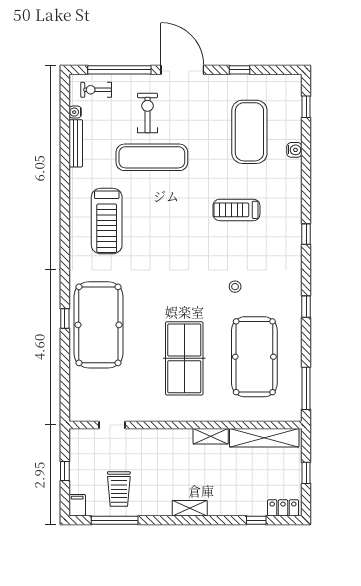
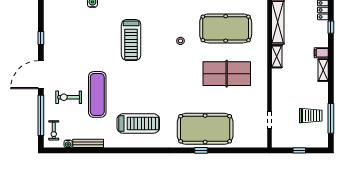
exercise mat: (249, 132) -> (81, 32), removed
treadmill: (236, 210) -> (131, 40), width x1.37, depth x1.38
filing cabinet: (77, 505) -> (321, 53), moved

